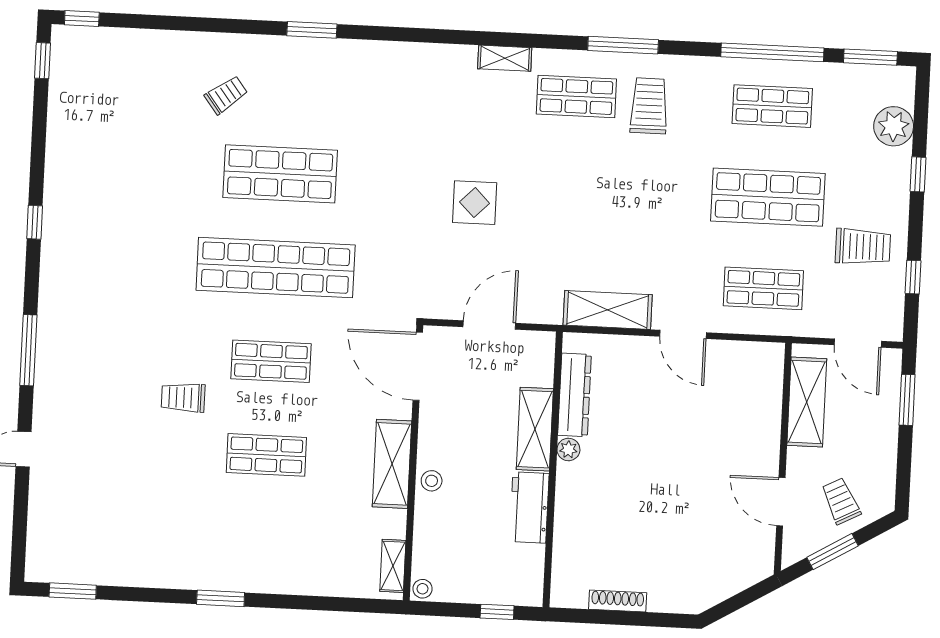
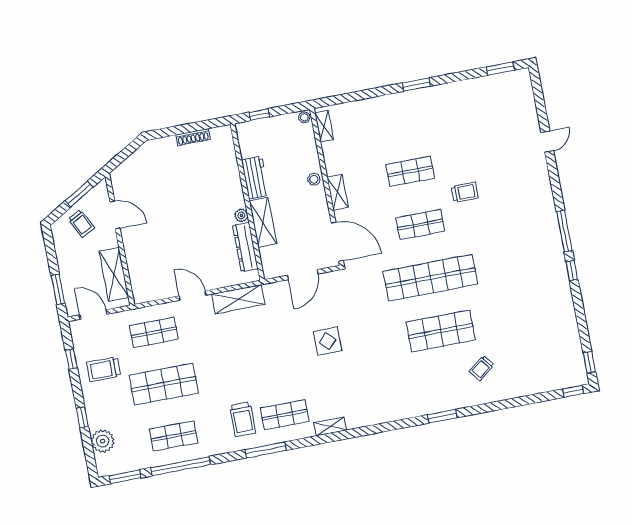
window: (28, 350) -> (564, 231), moved
shelving: (392, 464) -> (337, 192), width x0.67, depth x0.75

